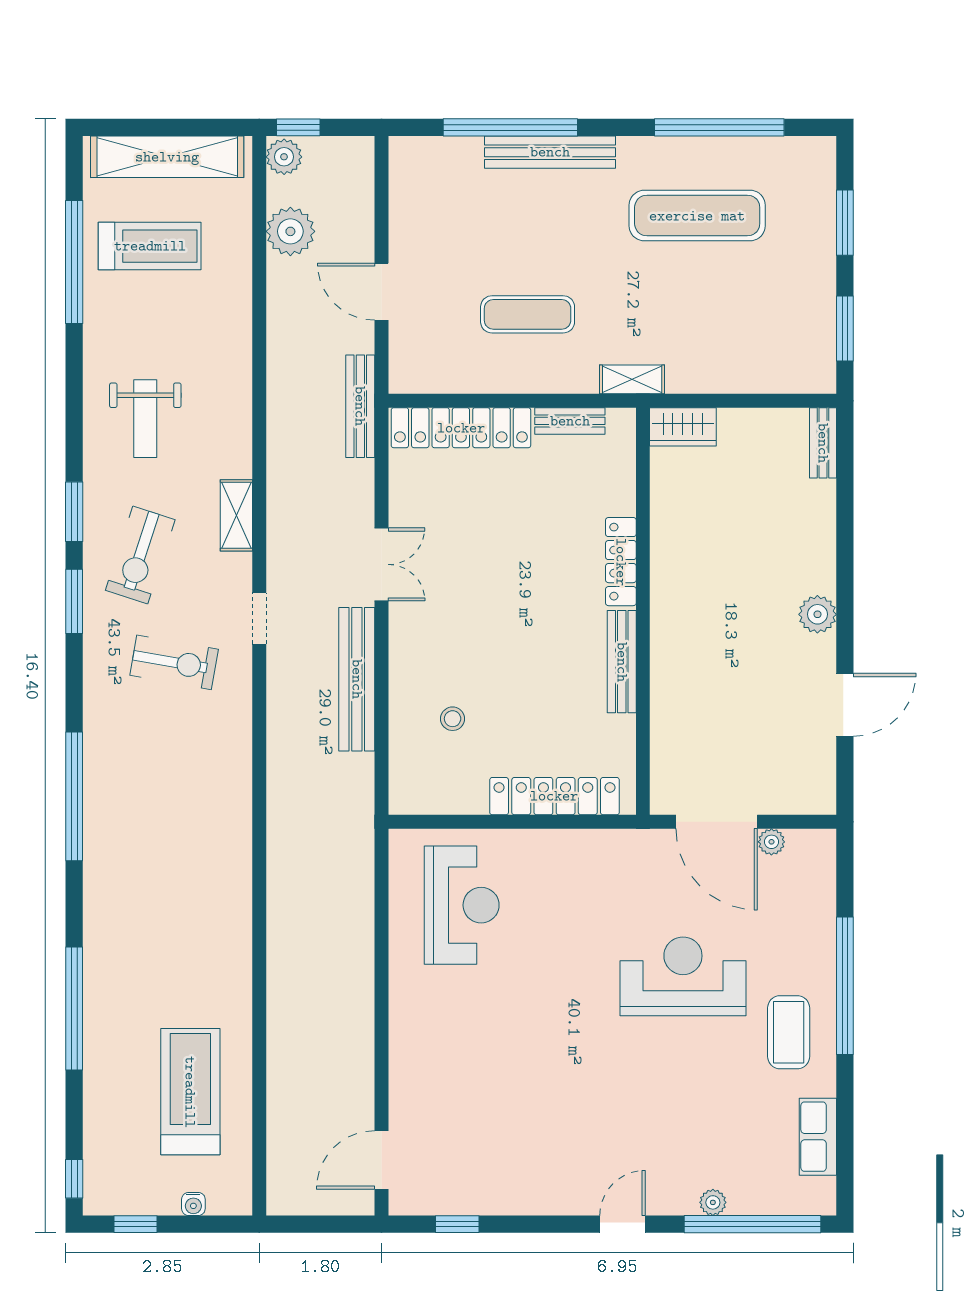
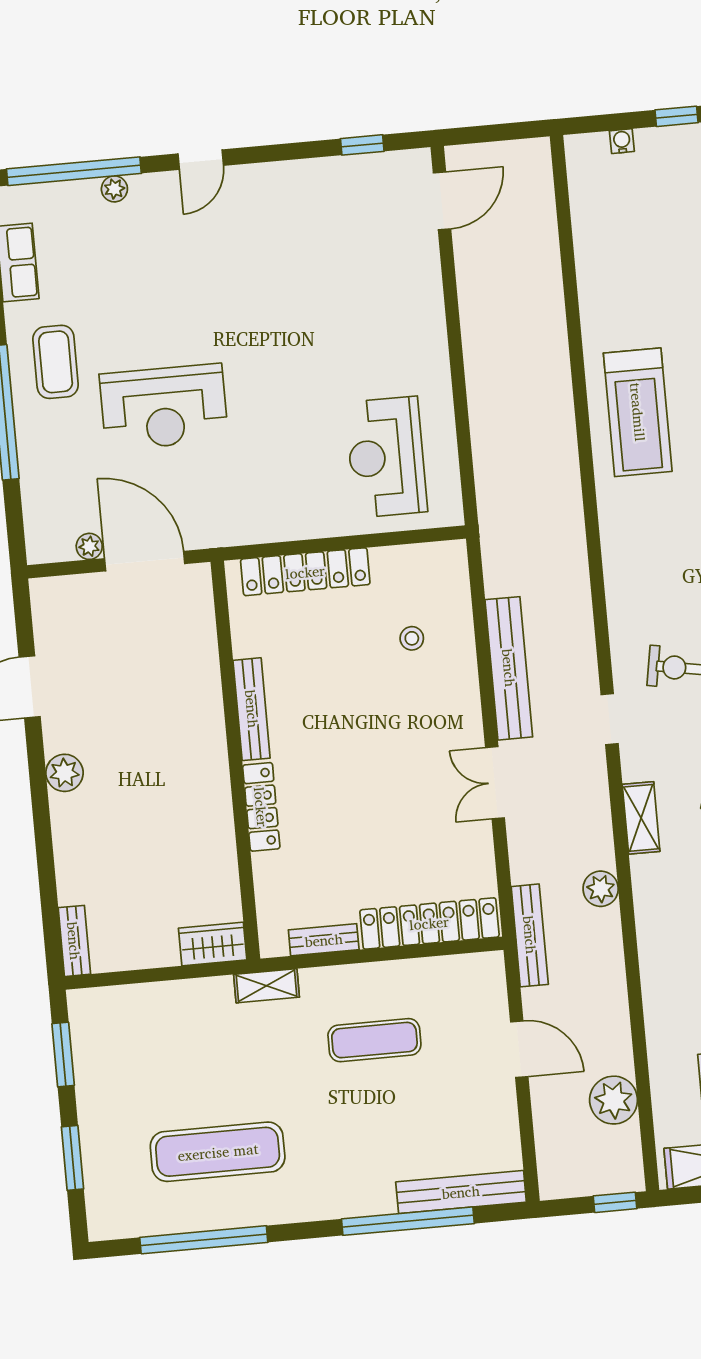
bench: (550, 152) -> (461, 1192), moved
plant: (284, 157) -> (601, 889), moved
treadmill: (190, 1092) -> (638, 412), moved

